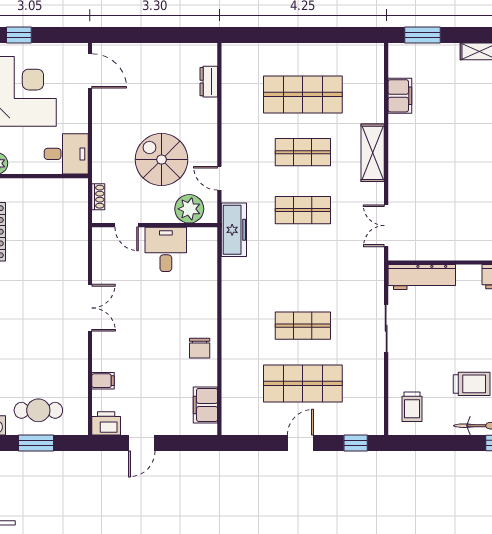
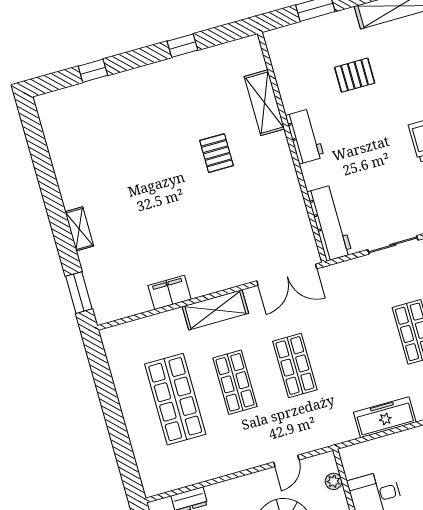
filing cabinet: (400, 96) -> (170, 292), moved
plant: (189, 209) -> (334, 481), width x0.53, depth x0.53
double door: (386, 226) -> (287, 275), width x1.37
freezer: (234, 230) -> (385, 417), moved

